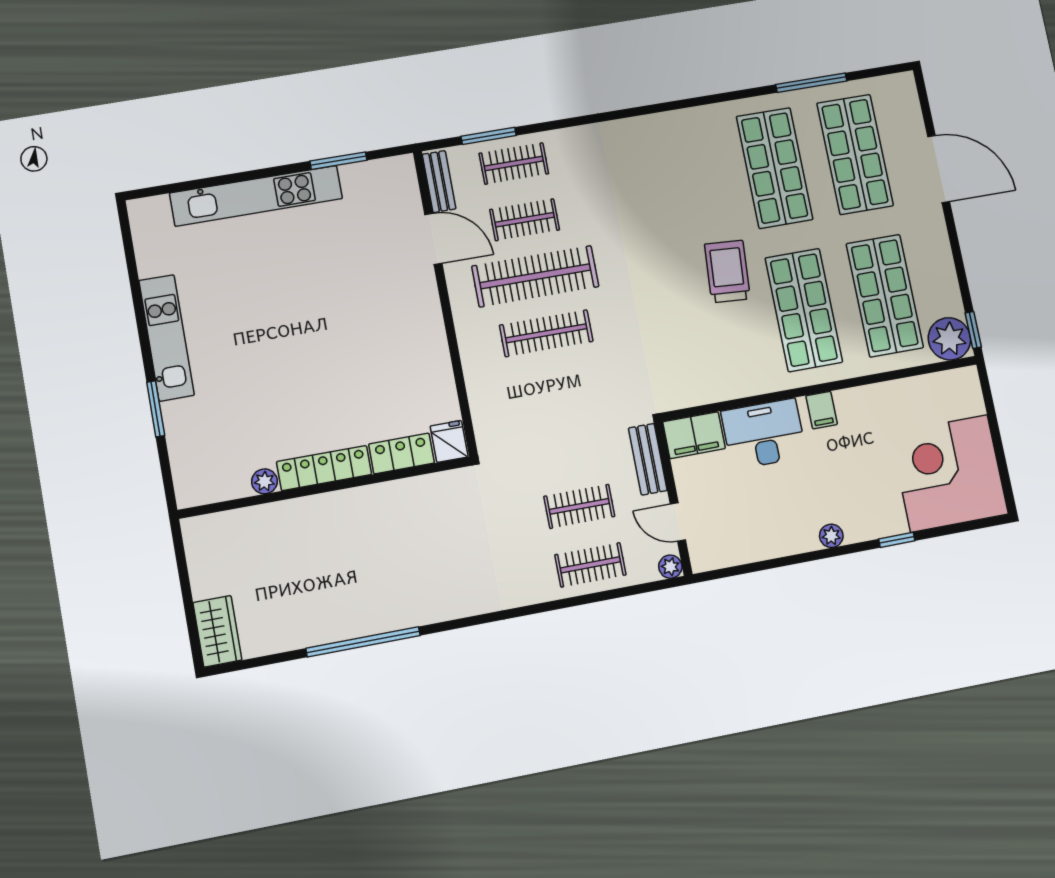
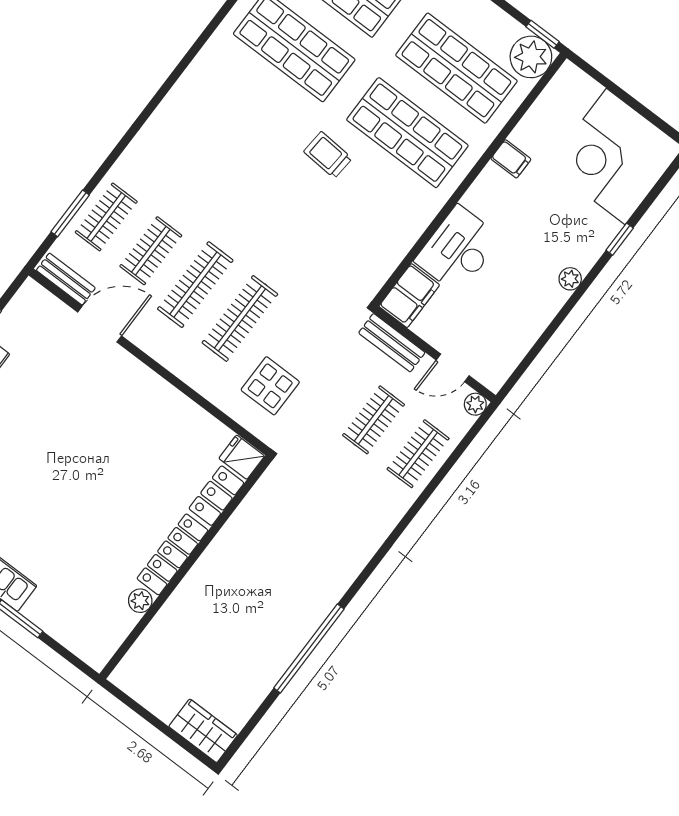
trolley: (727, 271) -> (328, 155), width x0.73, depth x0.72
clothes rail: (535, 276) -> (195, 285), width x0.73, depth x0.76
display table: (522, 406) -> (270, 386), added
filing cabinet: (822, 410) -> (511, 159), moved

